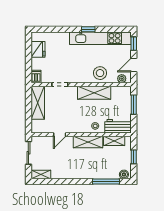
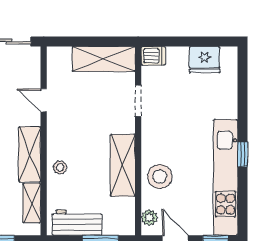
workbench: (118, 126) -> (77, 223), moved, turned -90

